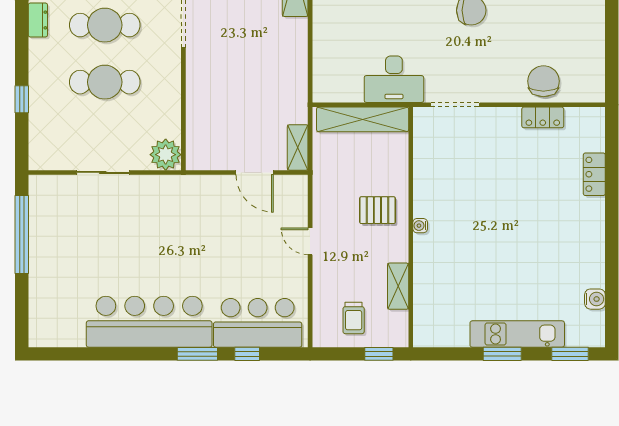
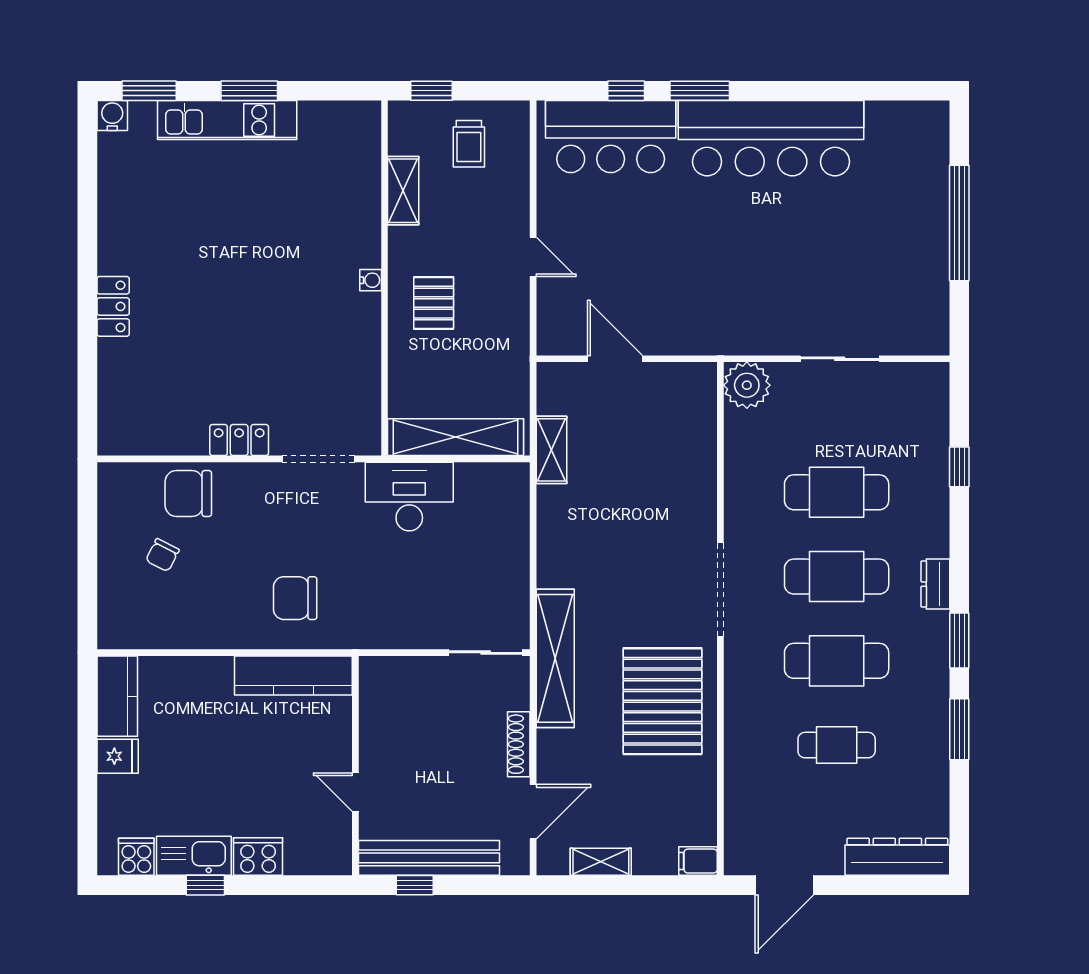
chair: (561, 40) -> (162, 555), added
chair: (543, 81) -> (188, 494), turned 90
locker: (543, 117) -> (239, 440), moved
shelving: (298, 147) -> (551, 450), moved
locker: (594, 174) -> (113, 306), moved
pallet: (377, 210) -> (434, 303), turned 90
window: (22, 234) -> (959, 223), moved
water cooler: (595, 299) -> (112, 116), moved, turned 90
trolley: (354, 318) -> (469, 144), turned 180

